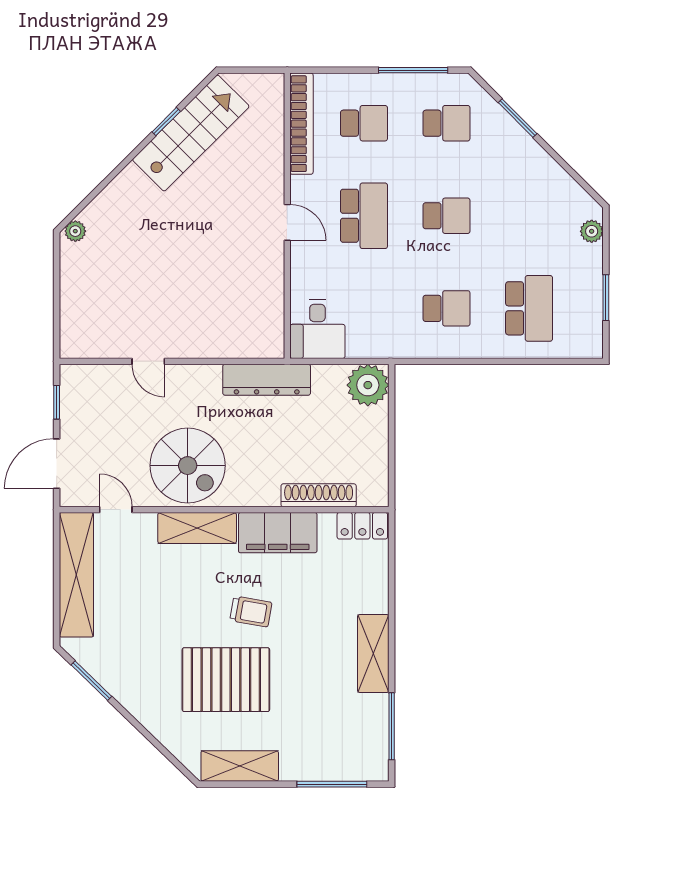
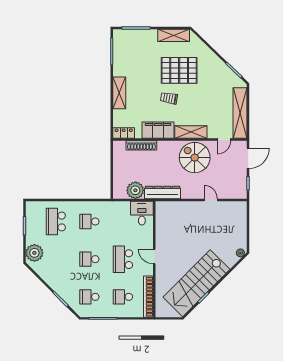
stairs: (191, 133) -> (196, 283), width x1.36, depth x1.51
plant: (592, 231) -> (34, 253), width x1.87, depth x1.87
plant: (368, 385) -> (135, 190), moved
door: (116, 510) -> (224, 140), hinge flipped
shelving: (373, 654) -> (119, 93), moved

